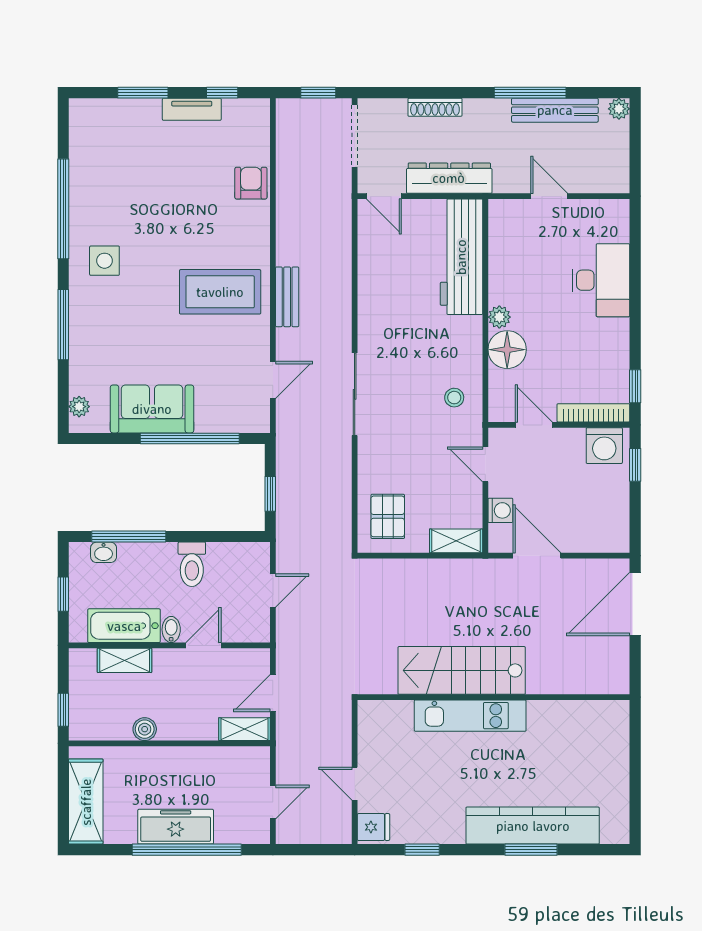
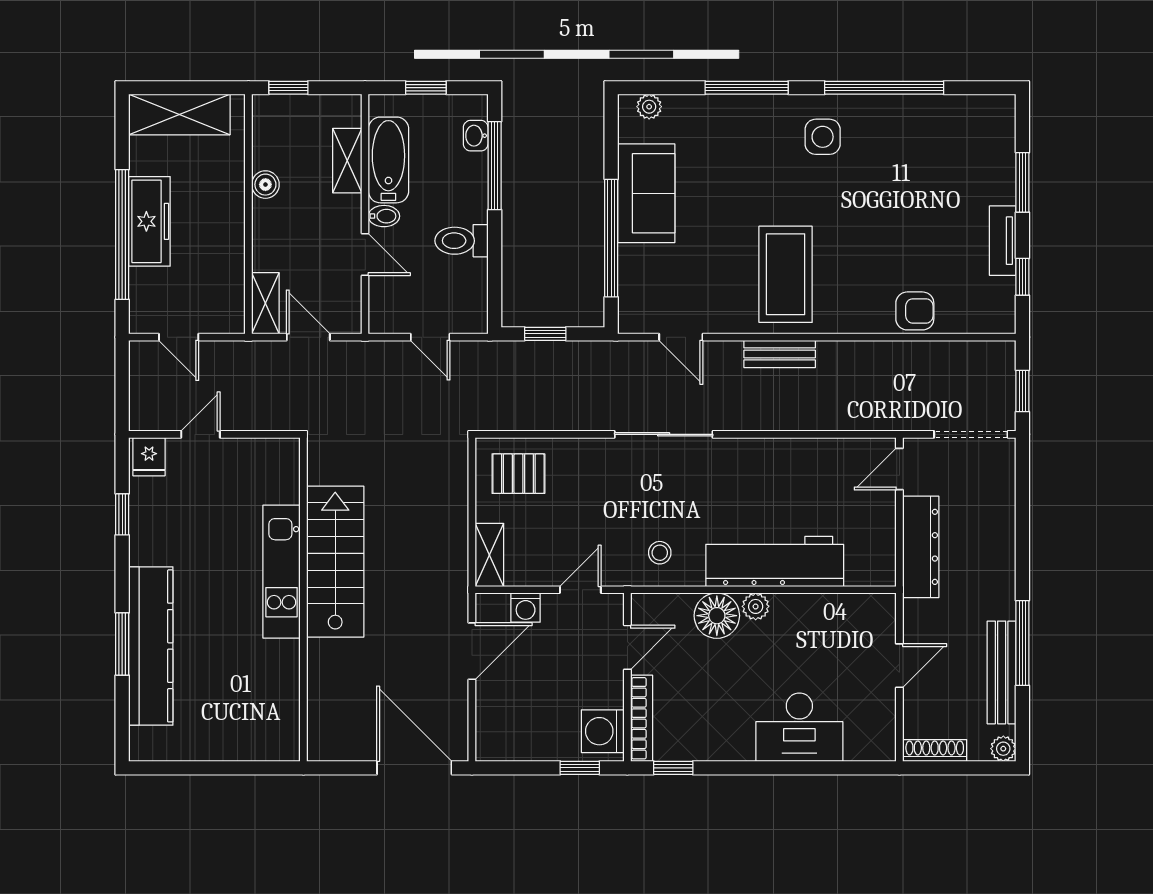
shoe rack: (435, 107) -> (935, 751), moved, turned 90
workbench: (461, 257) -> (775, 561), moved

